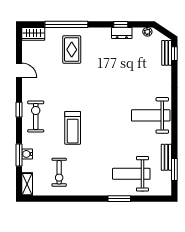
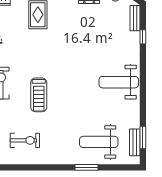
window: (174, 54) -> (143, 37), moved
bench: (166, 157) -> (135, 142), moved
exercise bike: (59, 172) -> (25, 140), turned -90

